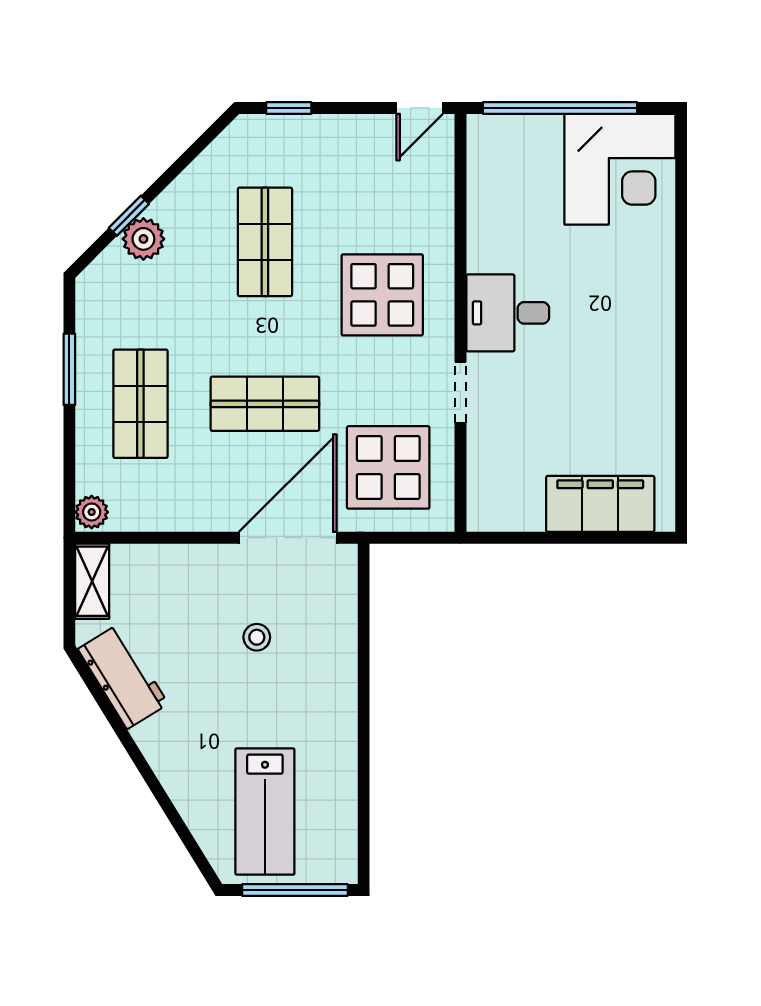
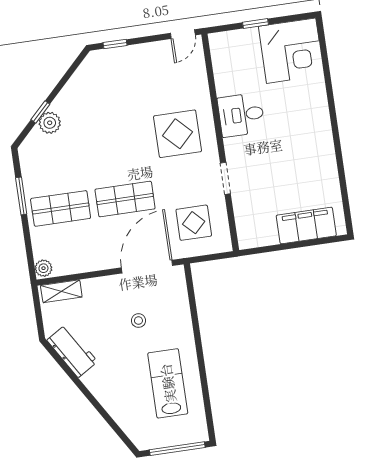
window: (560, 108) -> (256, 24), width x0.32
shop shelf: (265, 242) -> (113, 115), removed
desk: (508, 313) -> (241, 115), moved
shop shelf: (140, 404) -> (61, 208), turned 90
display table: (388, 467) -> (194, 223), width x0.73, depth x0.73
shelving: (92, 581) -> (61, 291), moved, turned 90
lab bench: (265, 812) -> (168, 383), moved, turned 180

